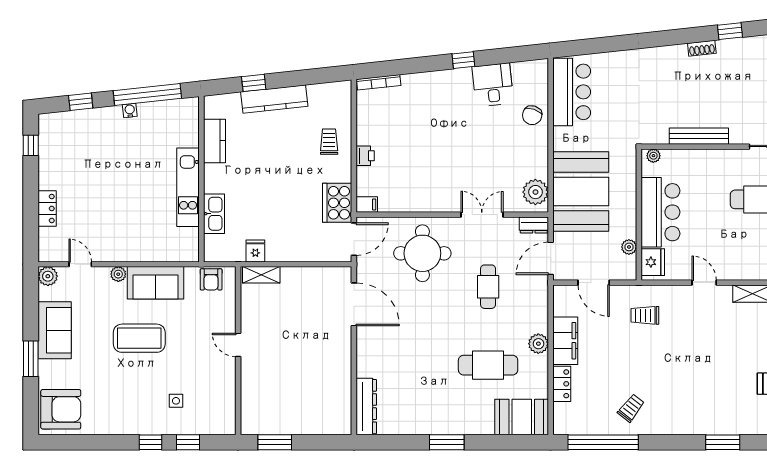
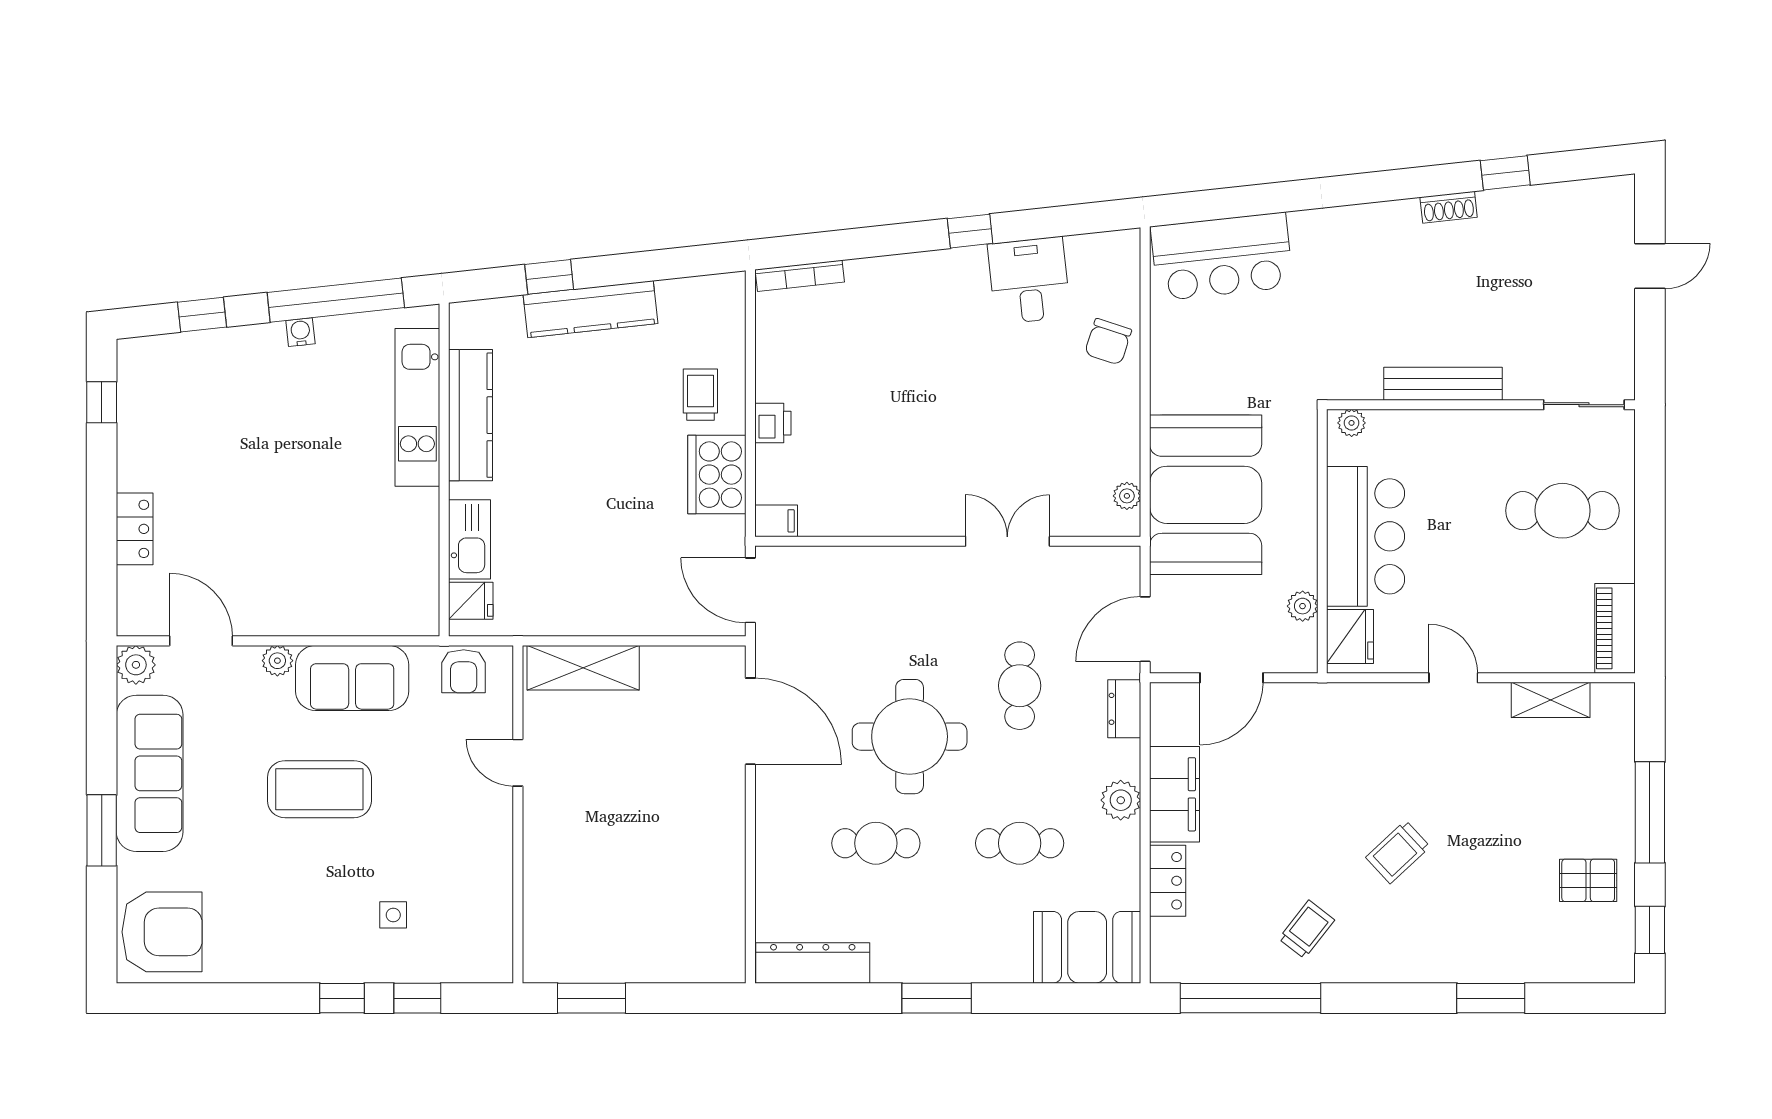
bar counter: (572, 92) -> (1222, 257), moved, turned 84
kitchen counter: (214, 141) -> (470, 415), width x1.50
kitchen unit: (188, 187) -> (417, 407), moved
plant: (535, 192) -> (1127, 496), width x0.53, depth x0.53
cooker: (337, 203) -> (717, 475), moved
dresser: (534, 225) -> (1124, 709), moved, turned 90
door: (354, 239) -> (750, 590), swing flipped
fridge: (255, 251) -> (471, 601), moved, turned 90
round table: (422, 253) -> (910, 737), moved
door: (80, 264) -> (201, 641), width x1.38
shelving: (261, 275) -> (583, 668), width x1.50, depth x1.33
door: (594, 283) -> (1232, 678), hinge flipped
trolley: (645, 315) -> (1398, 852), moved, turned -43
sofa: (55, 330) -> (150, 773), width x1.36
door: (238, 345) -> (518, 763), moved
cafe table: (416, 365) -> (876, 843), added
cafe table: (488, 365) -> (1020, 843), width x0.73, depth x0.74
dresser: (366, 407) -> (813, 963), moved, turned -90

